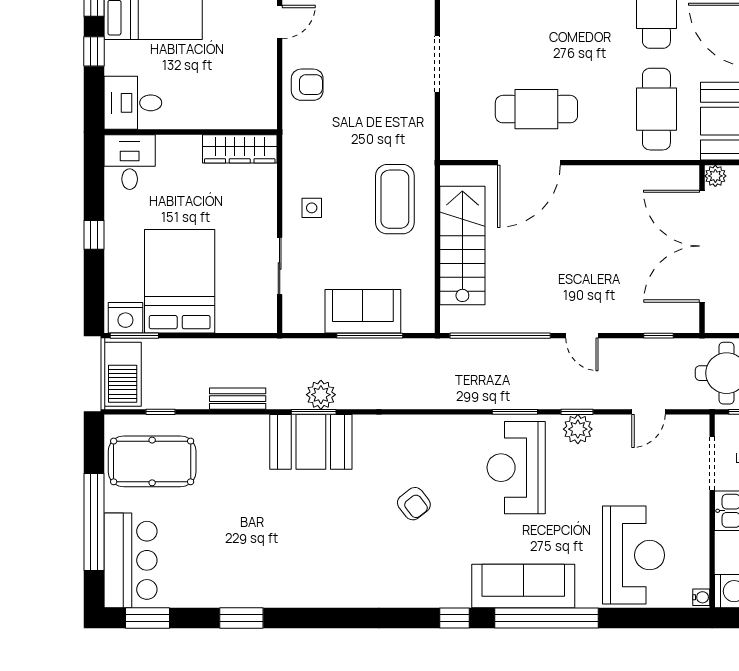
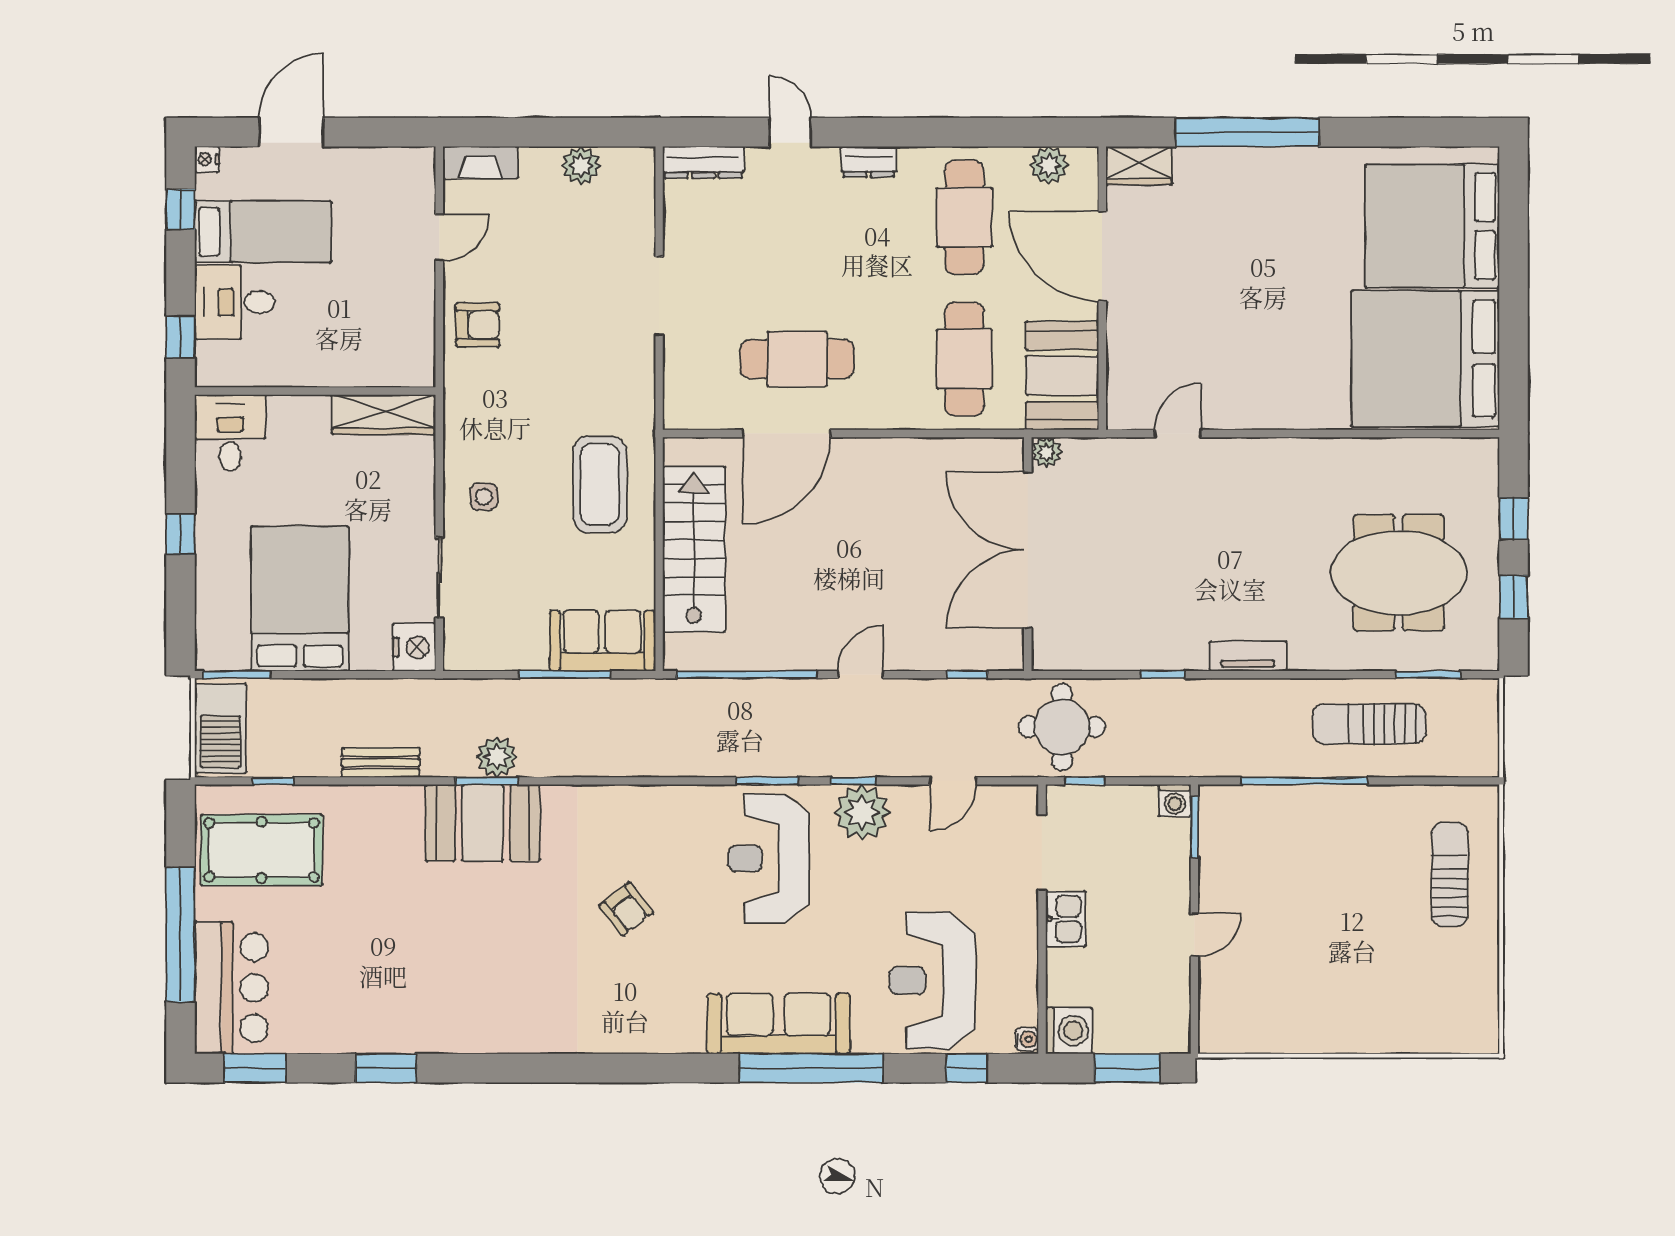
window: (94, 51) -> (180, 337), moved
desk: (133, 103) -> (235, 302), moved
sofa: (363, 311) -> (602, 641), moved
nightstand: (125, 318) -> (414, 647), moved, turned -90
door: (582, 336) -> (860, 675), swing flipped
plant: (578, 429) -> (862, 812), width x1.36, depth x1.36
reception desk: (633, 555) -> (932, 980), turned 180
window: (454, 618) -> (967, 1068), moved

